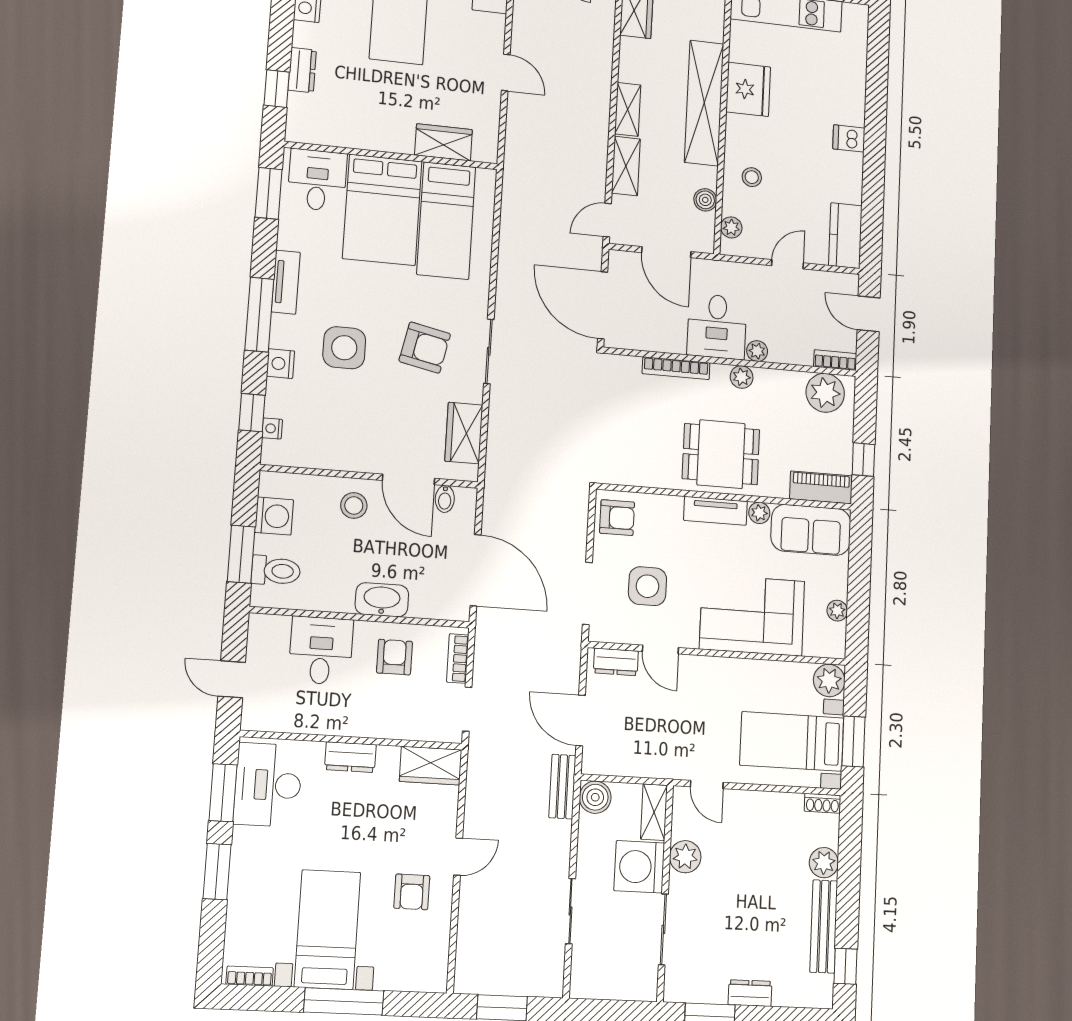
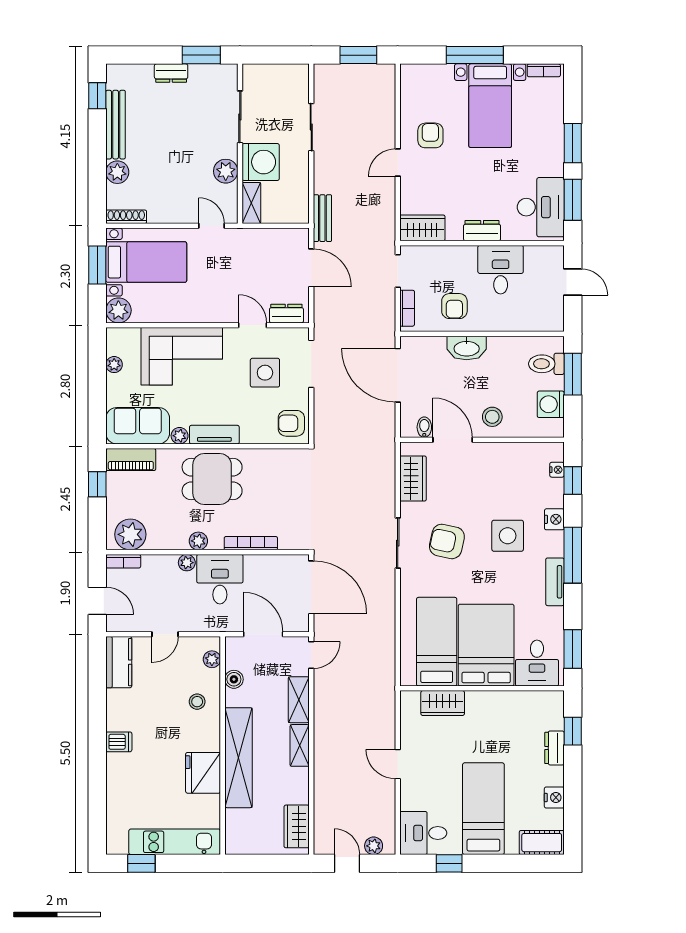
desk: (321, 651) -> (501, 270), moved, turned 180
boiler: (595, 797) -> (297, 212), removed
shoe rack: (823, 803) -> (126, 217), width x1.43

